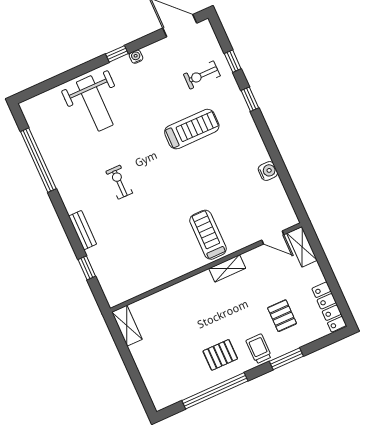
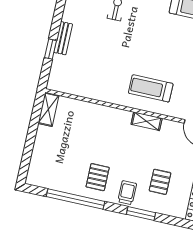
bench: (83, 230) -> (63, 38), moved
treadmill: (208, 235) -> (151, 88), turned -90
pallet: (220, 355) -> (98, 177), turned 90

